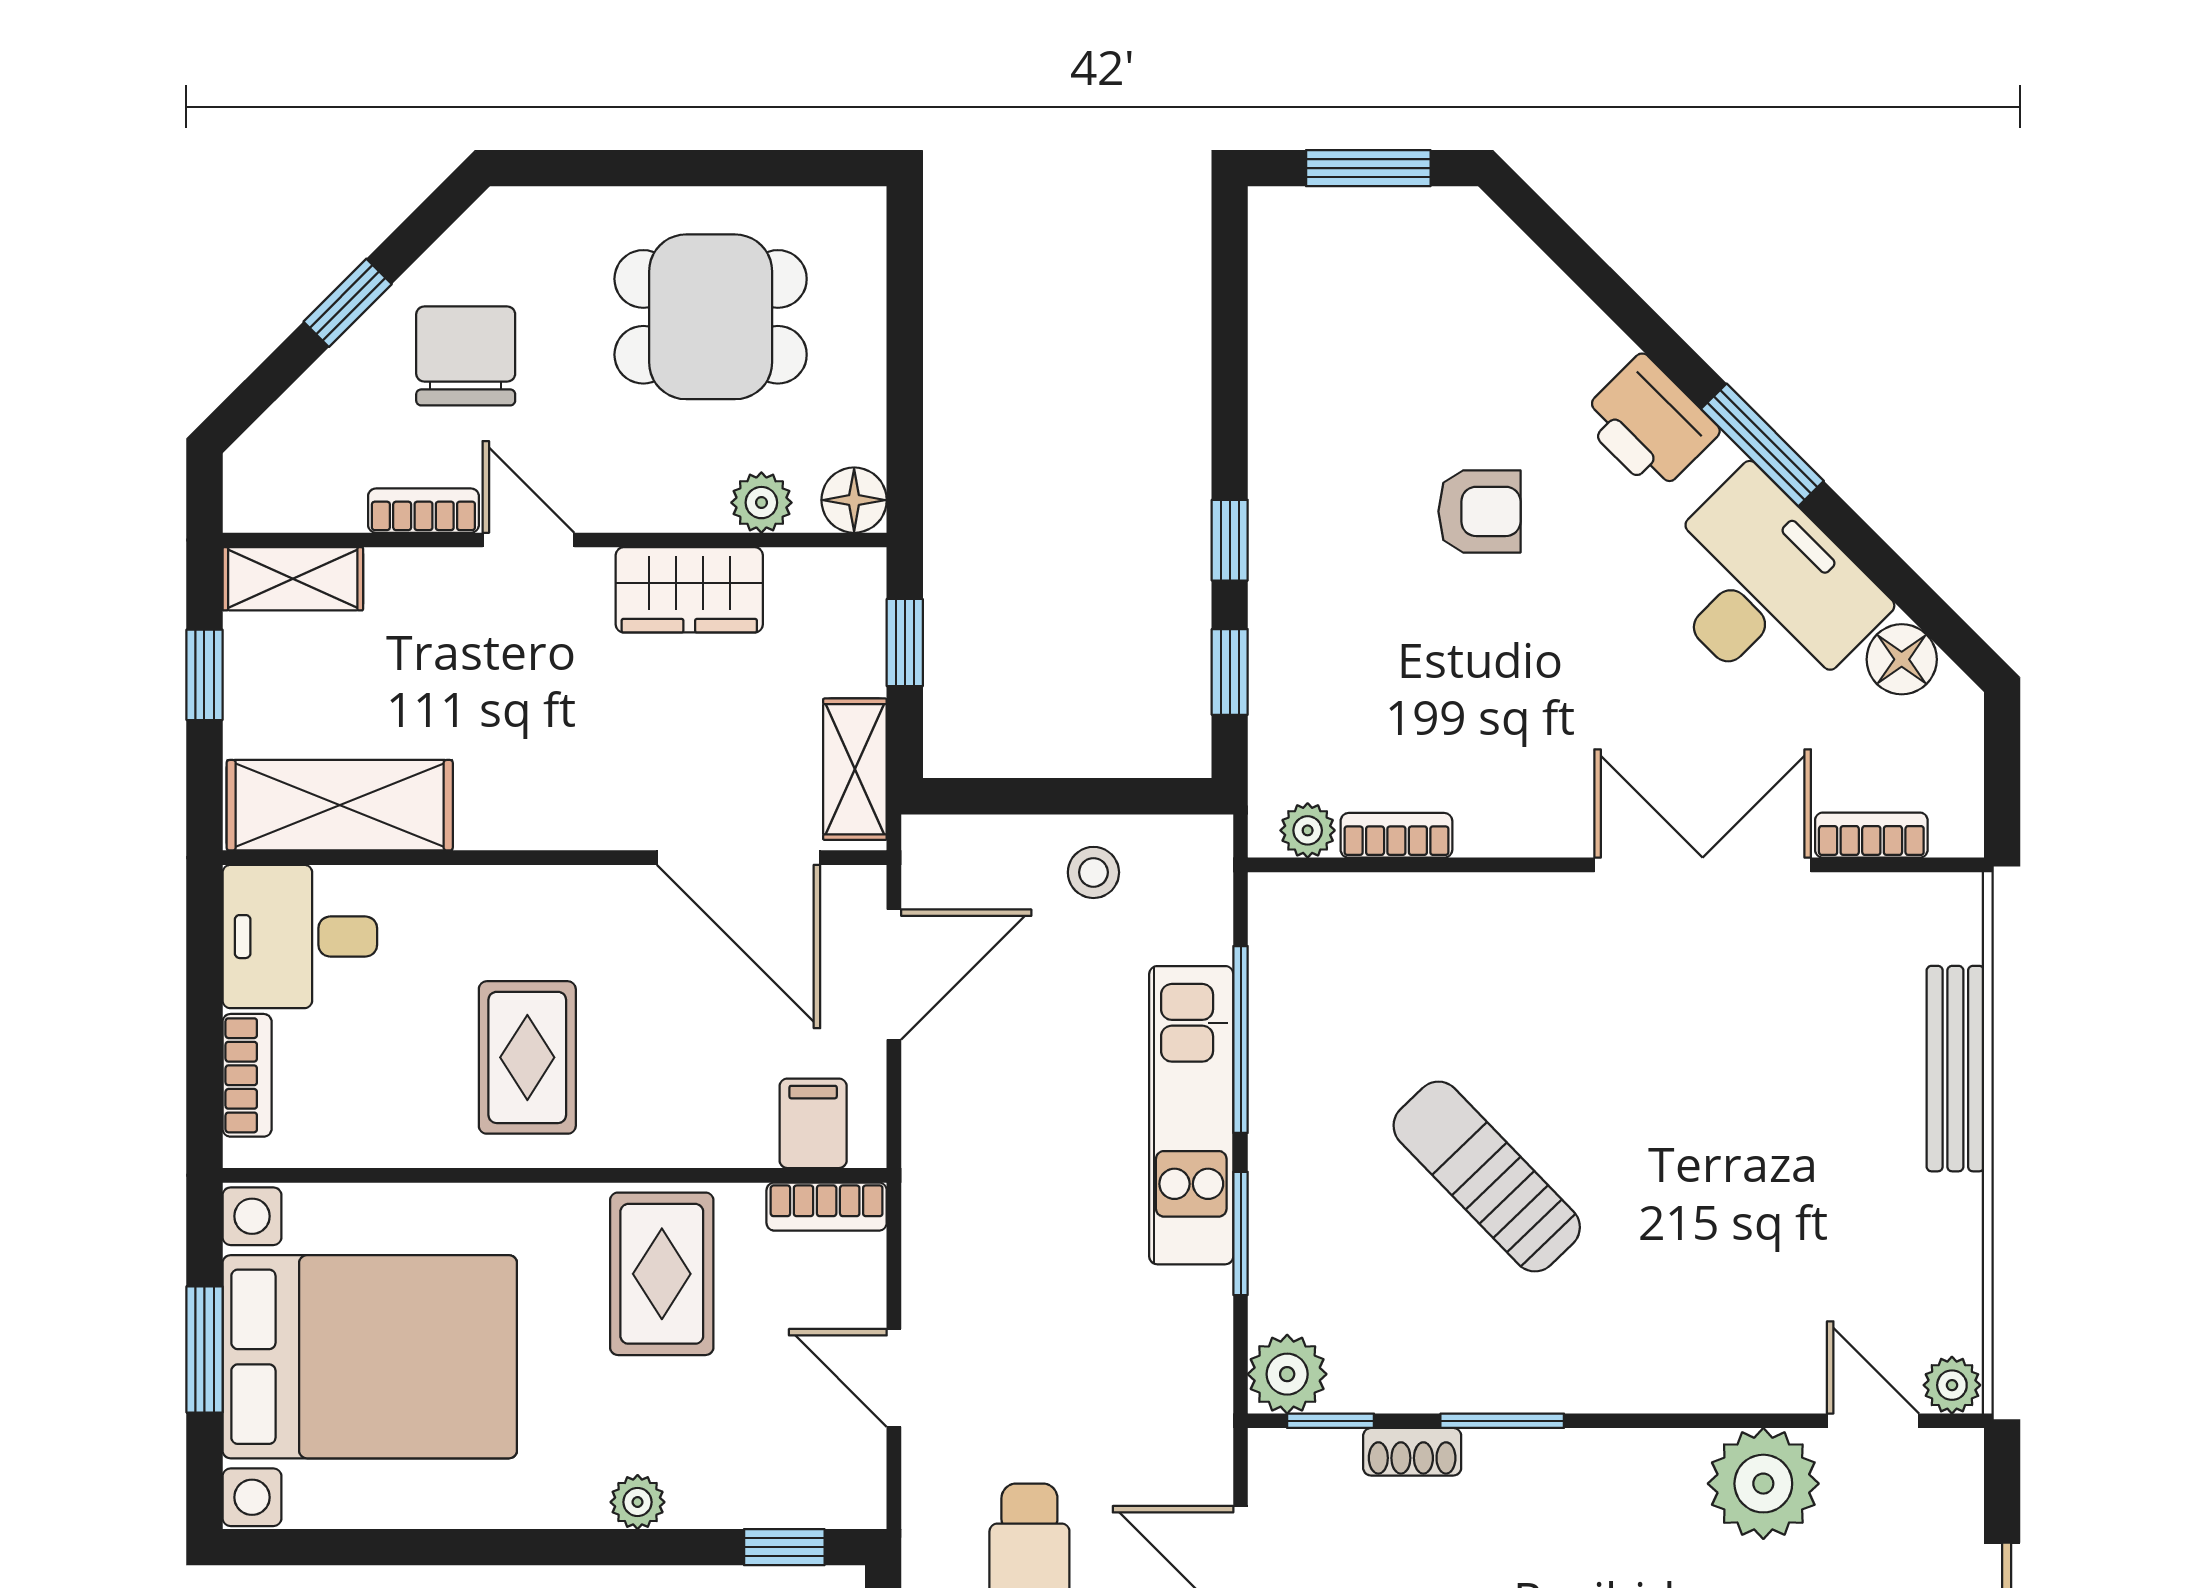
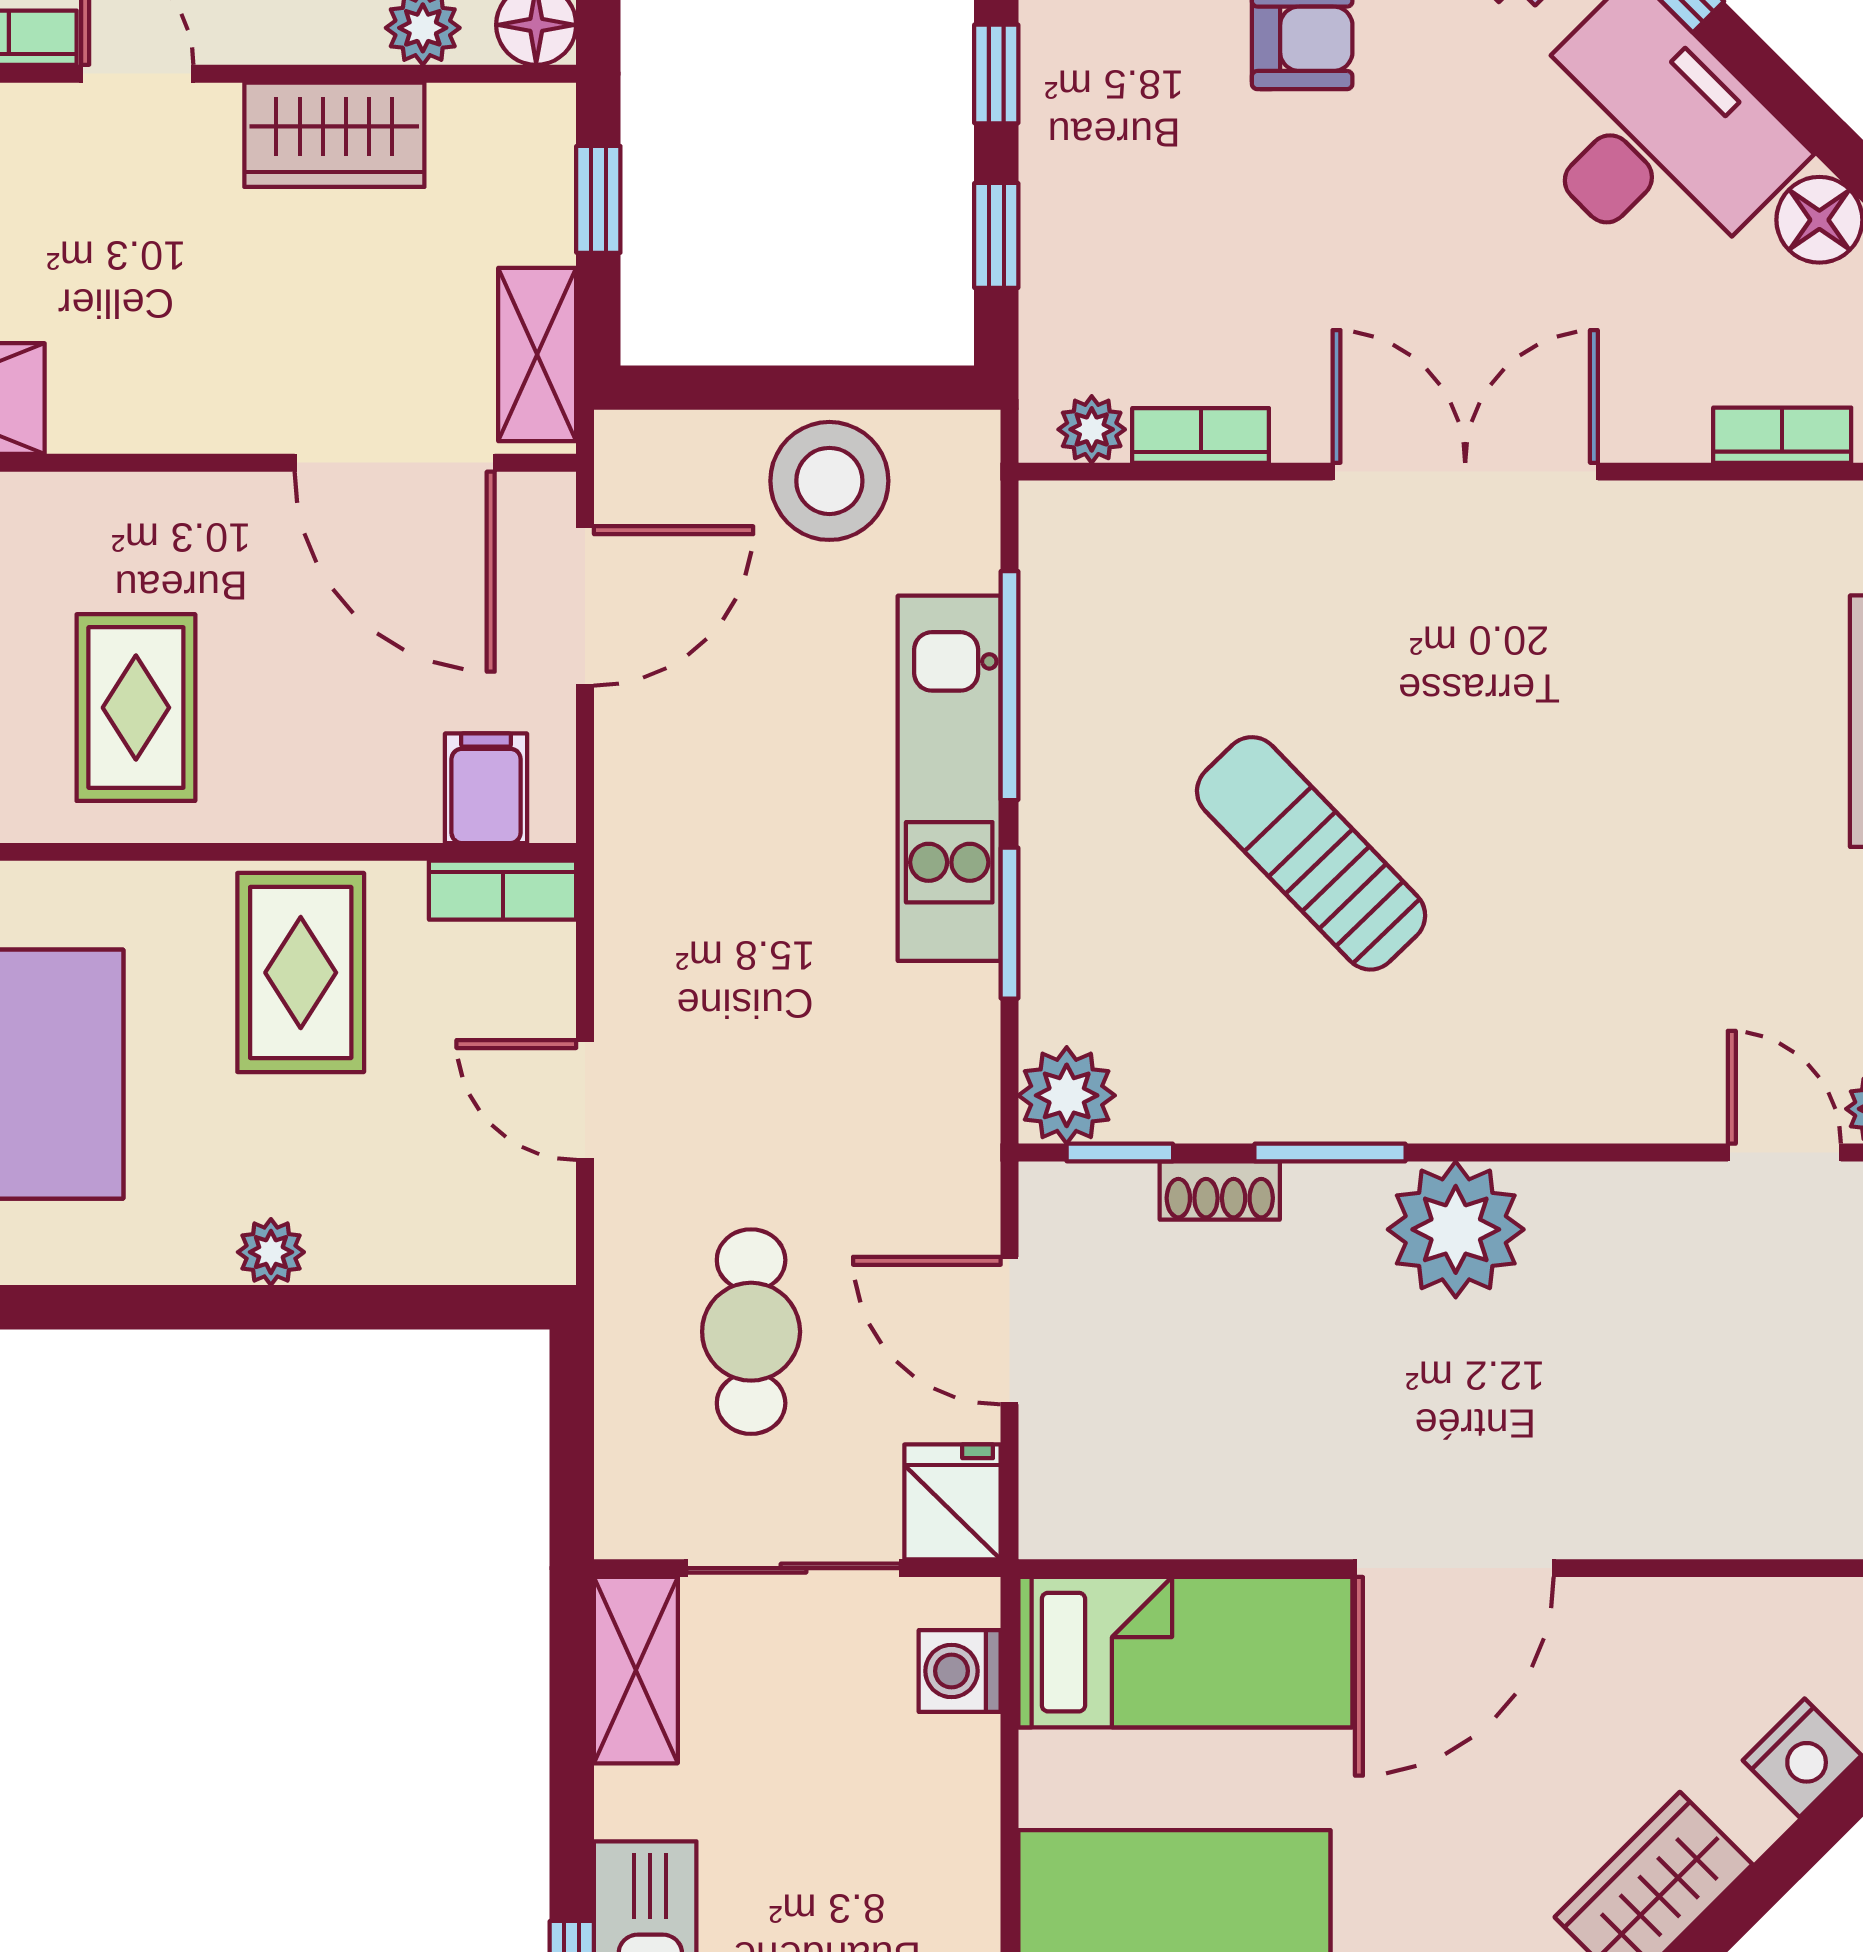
double door: (1703, 865) -> (1465, 472), moved
stool: (1093, 872) -> (829, 481), width x1.89, depth x1.89
plant: (1763, 1484) -> (1456, 1229), moved
window: (784, 1547) -> (451, 1307), removed

